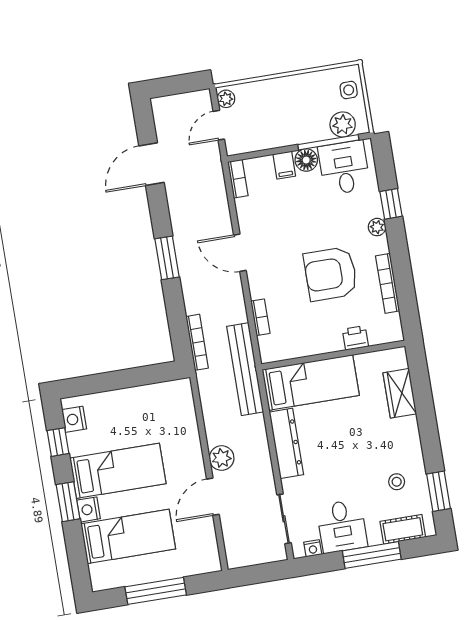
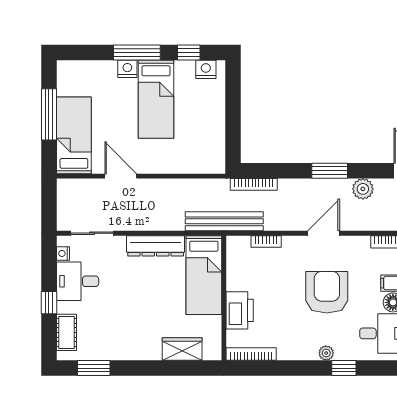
armchair: (331, 274) -> (327, 292), moved
bookcase: (388, 283) -> (251, 354), moved
printer: (355, 338) -> (240, 310), width x1.87, depth x1.48
plant: (222, 458) -> (363, 189), moved
stool: (397, 482) -> (108, 334), removed
window: (68, 502) -> (137, 53), width x1.44
bed: (128, 536) -> (74, 135), moved, turned 180
window: (372, 555) -> (49, 303), width x0.46

